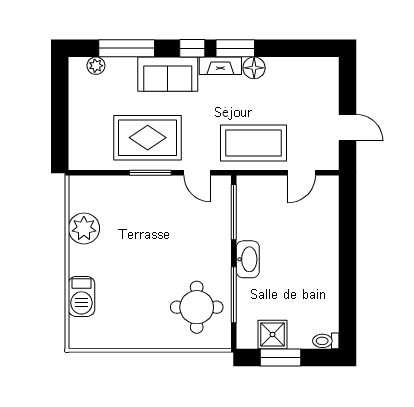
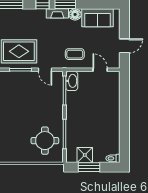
sofa: (168, 74) -> (98, 18), moved
door: (348, 128) -> (124, 46), hinge flipped
coffee table: (254, 143) -> (75, 54), width x0.54, depth x0.58
door: (302, 173) -> (100, 70), swing flipped
washbasin: (248, 259) -> (72, 81), moved

